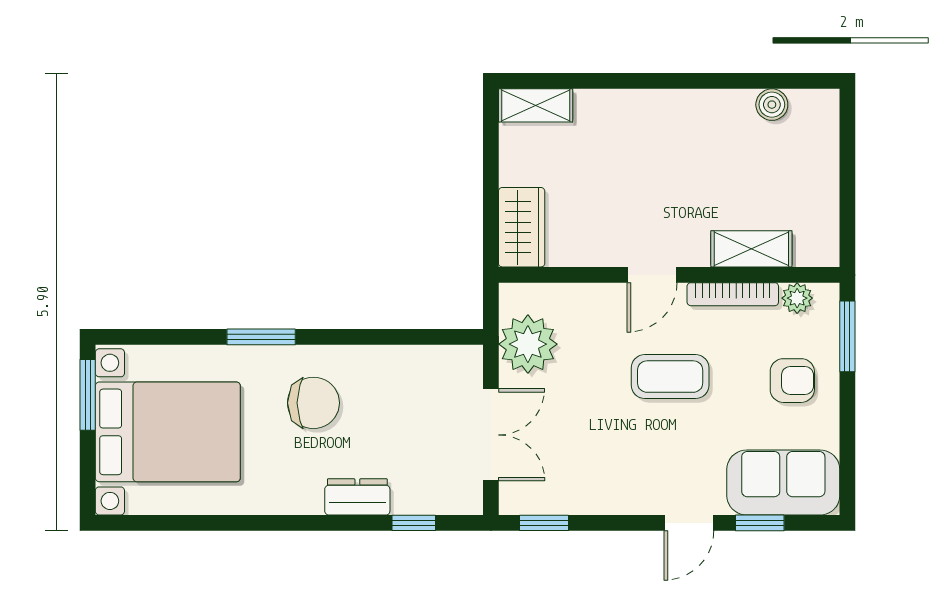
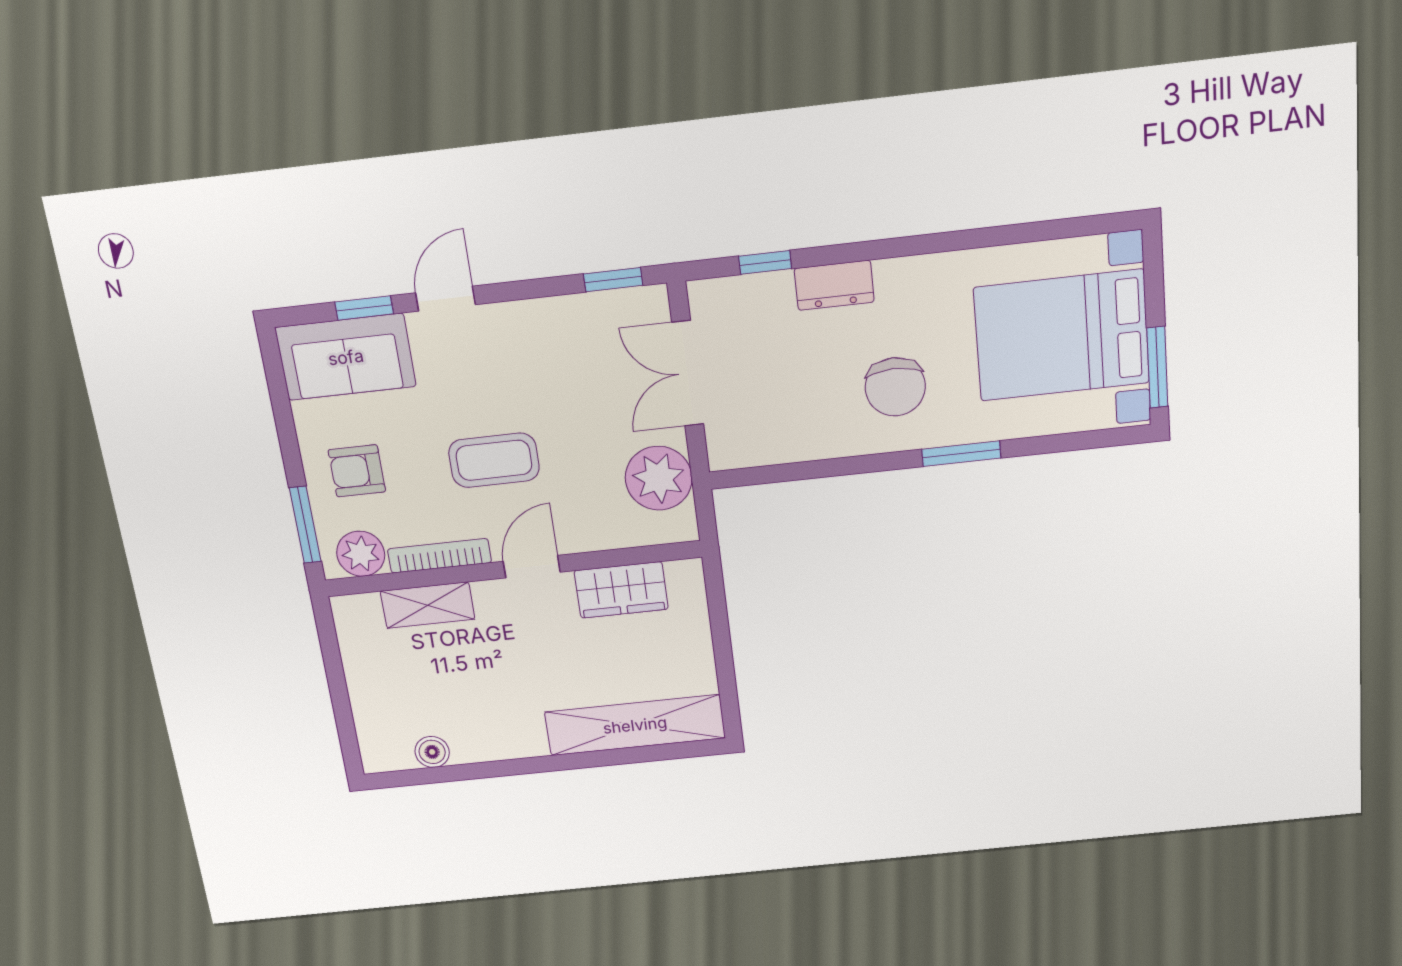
shelving: (536, 105) -> (635, 725), width x2.20, depth x1.33
wardrobe: (522, 227) -> (621, 590), moved, turned -90
plant: (797, 298) -> (361, 554), width x1.38, depth x1.38
chair: (313, 403) -> (895, 387), turned -90

